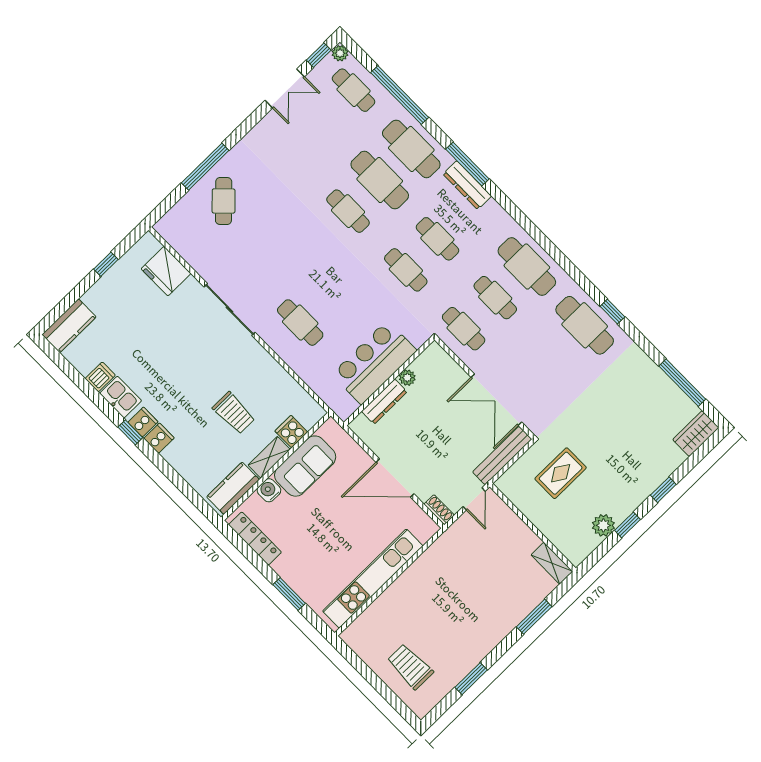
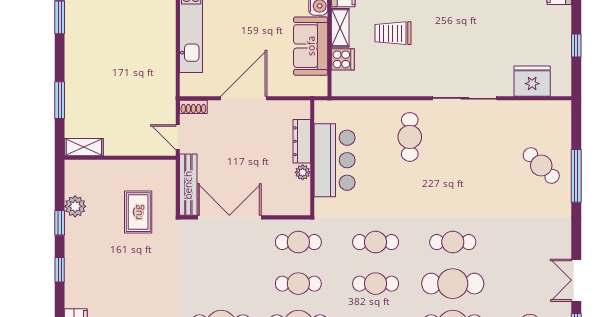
cafe table: (300, 323) -> (410, 137), turned 90

